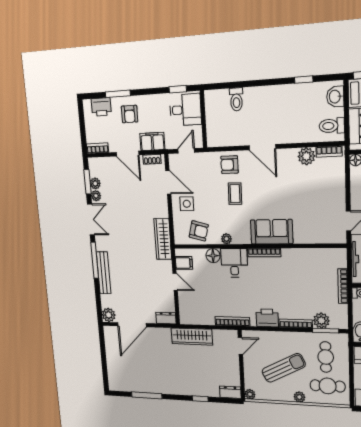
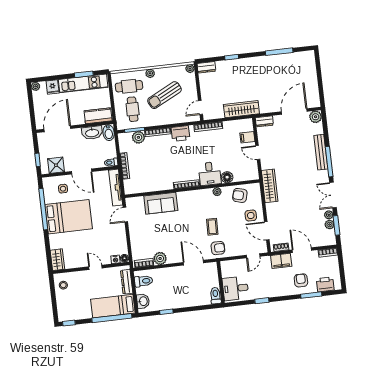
desk: (185, 110) -> (235, 288), moved
wall: (203, 119) -> (221, 282), moved
sofa: (272, 232) -> (161, 203), moved
filing cabinet: (184, 263) -> (247, 137), moved

